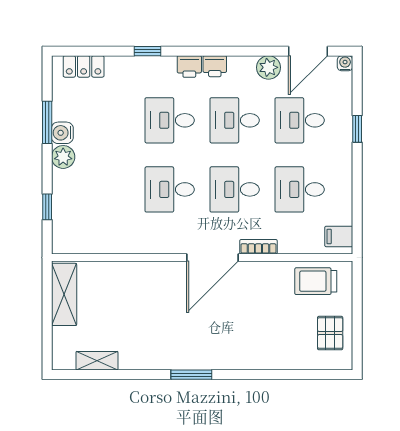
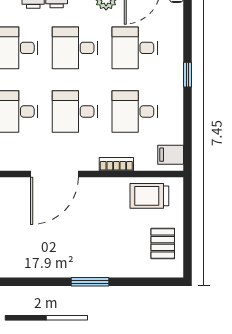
window: (357, 129) -> (188, 75), moved
bookcase: (258, 247) -> (116, 164), moved
window: (191, 375) -> (90, 282), moved

